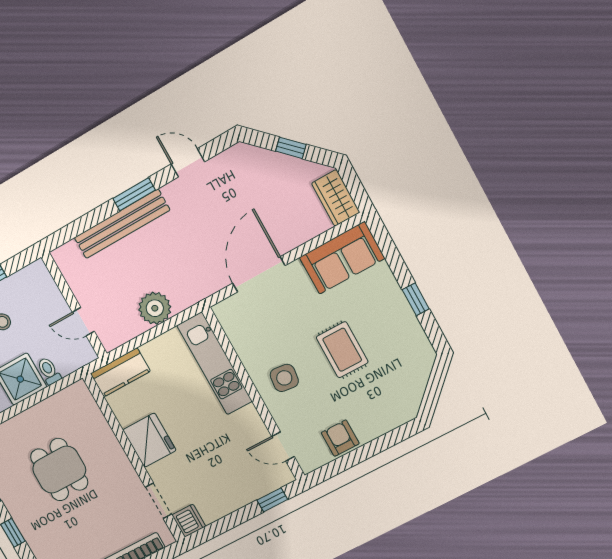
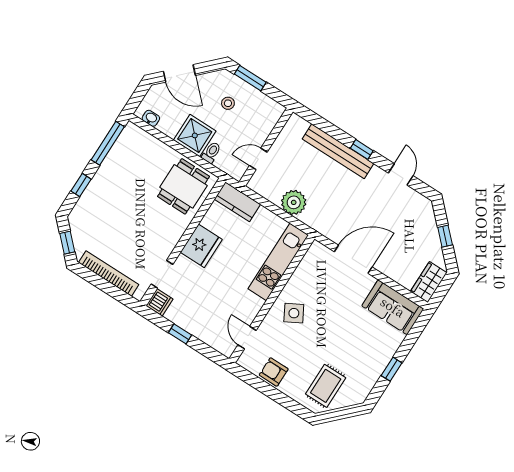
window: (134, 194) -> (362, 149), width x0.67
door: (83, 322) -> (258, 159), hinge flipped
rug: (342, 350) -> (326, 386), moved
side table: (284, 378) -> (294, 313), turned -36
armchair: (340, 438) -> (274, 372), turned -90
dining table: (59, 470) -> (183, 186), moved
window: (272, 500) -> (180, 334), moved

